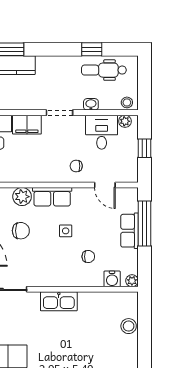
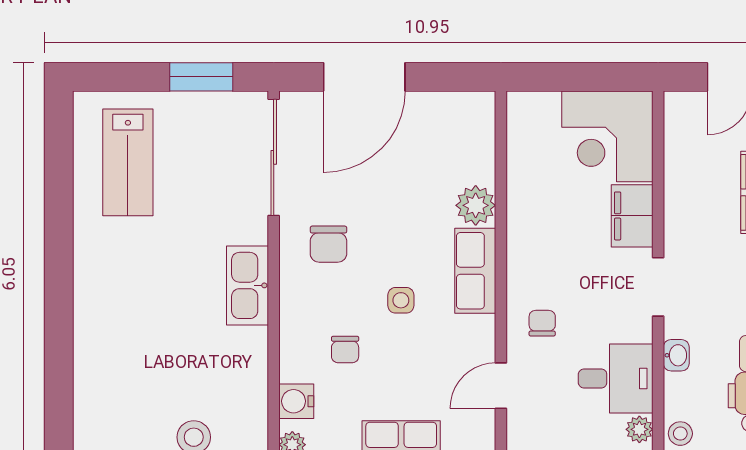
chair: (21, 231) -> (328, 244), moved

